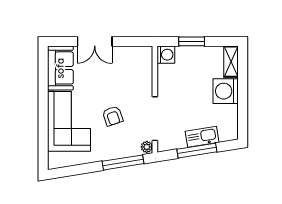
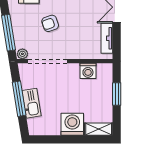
tv unit: (129, 52) -> (107, 38), added
washing machine: (166, 55) -> (88, 71), moved

